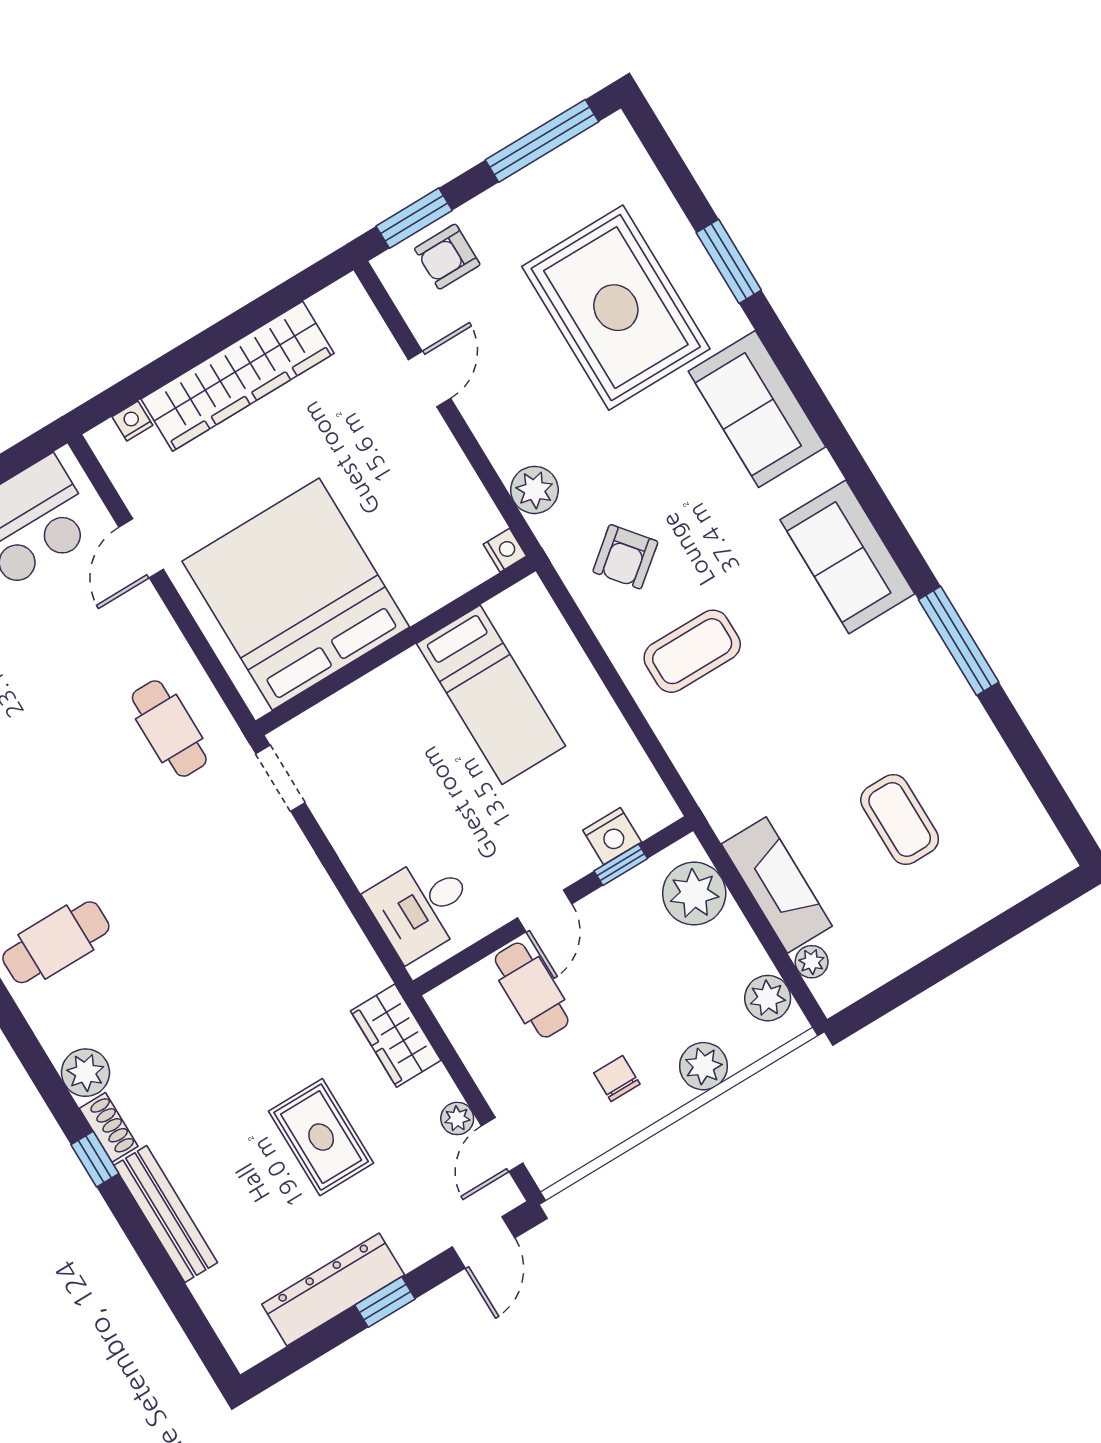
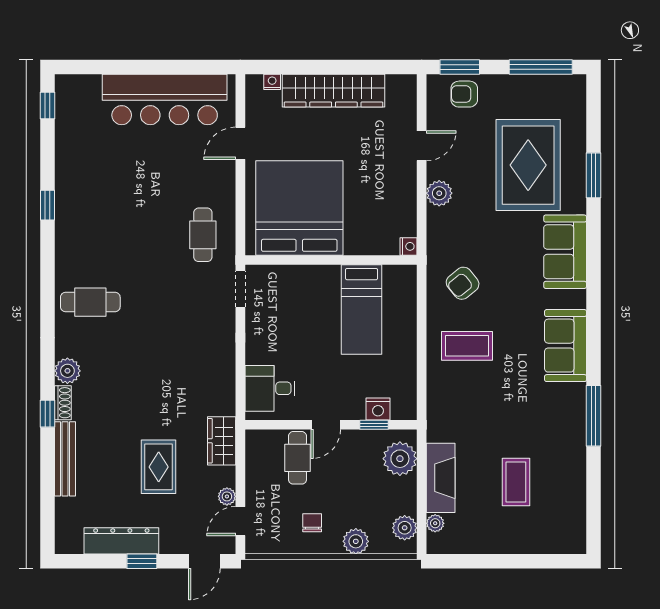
plant: (534, 490) -> (439, 193), moved

